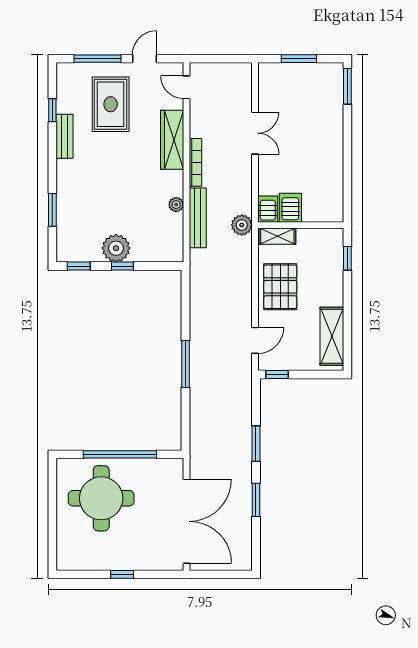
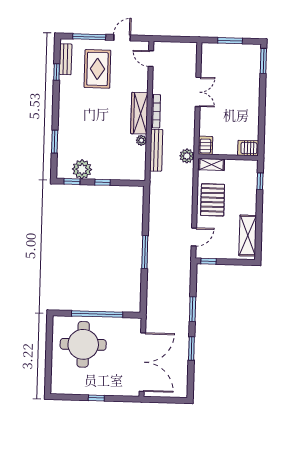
bench: (65, 136) -> (66, 59), moved
wardrobe: (172, 140) -> (139, 113), moved
server rack: (290, 208) -> (248, 148), moved, turned -90
plant: (116, 248) -> (82, 169), moved

